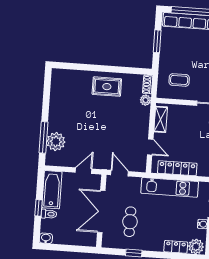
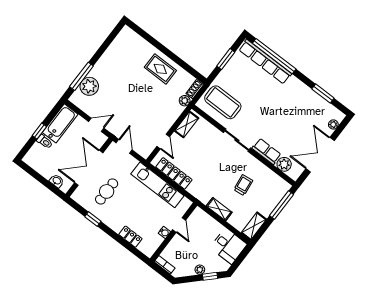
coffee table: (179, 80) -> (223, 102), width x1.86, depth x1.72
washbasin: (46, 238) -> (57, 181), moved
plant: (196, 247) -> (147, 247), removed

